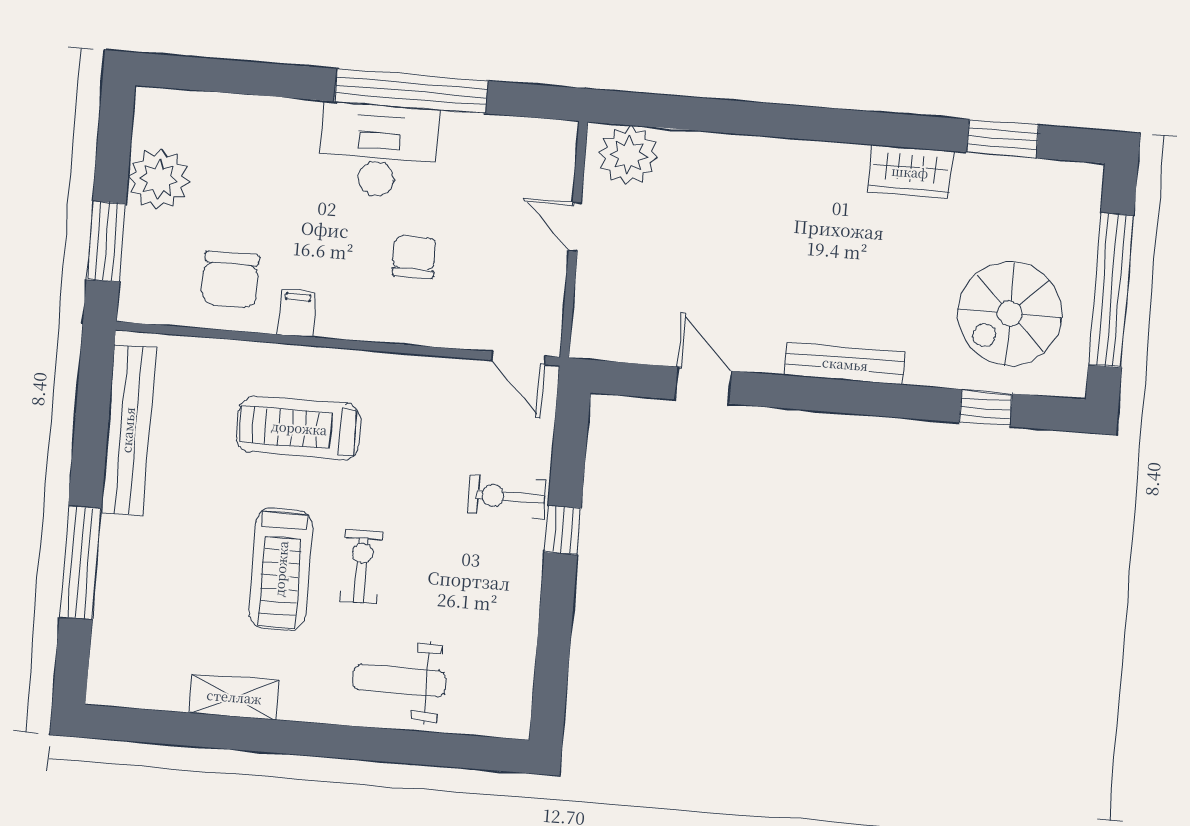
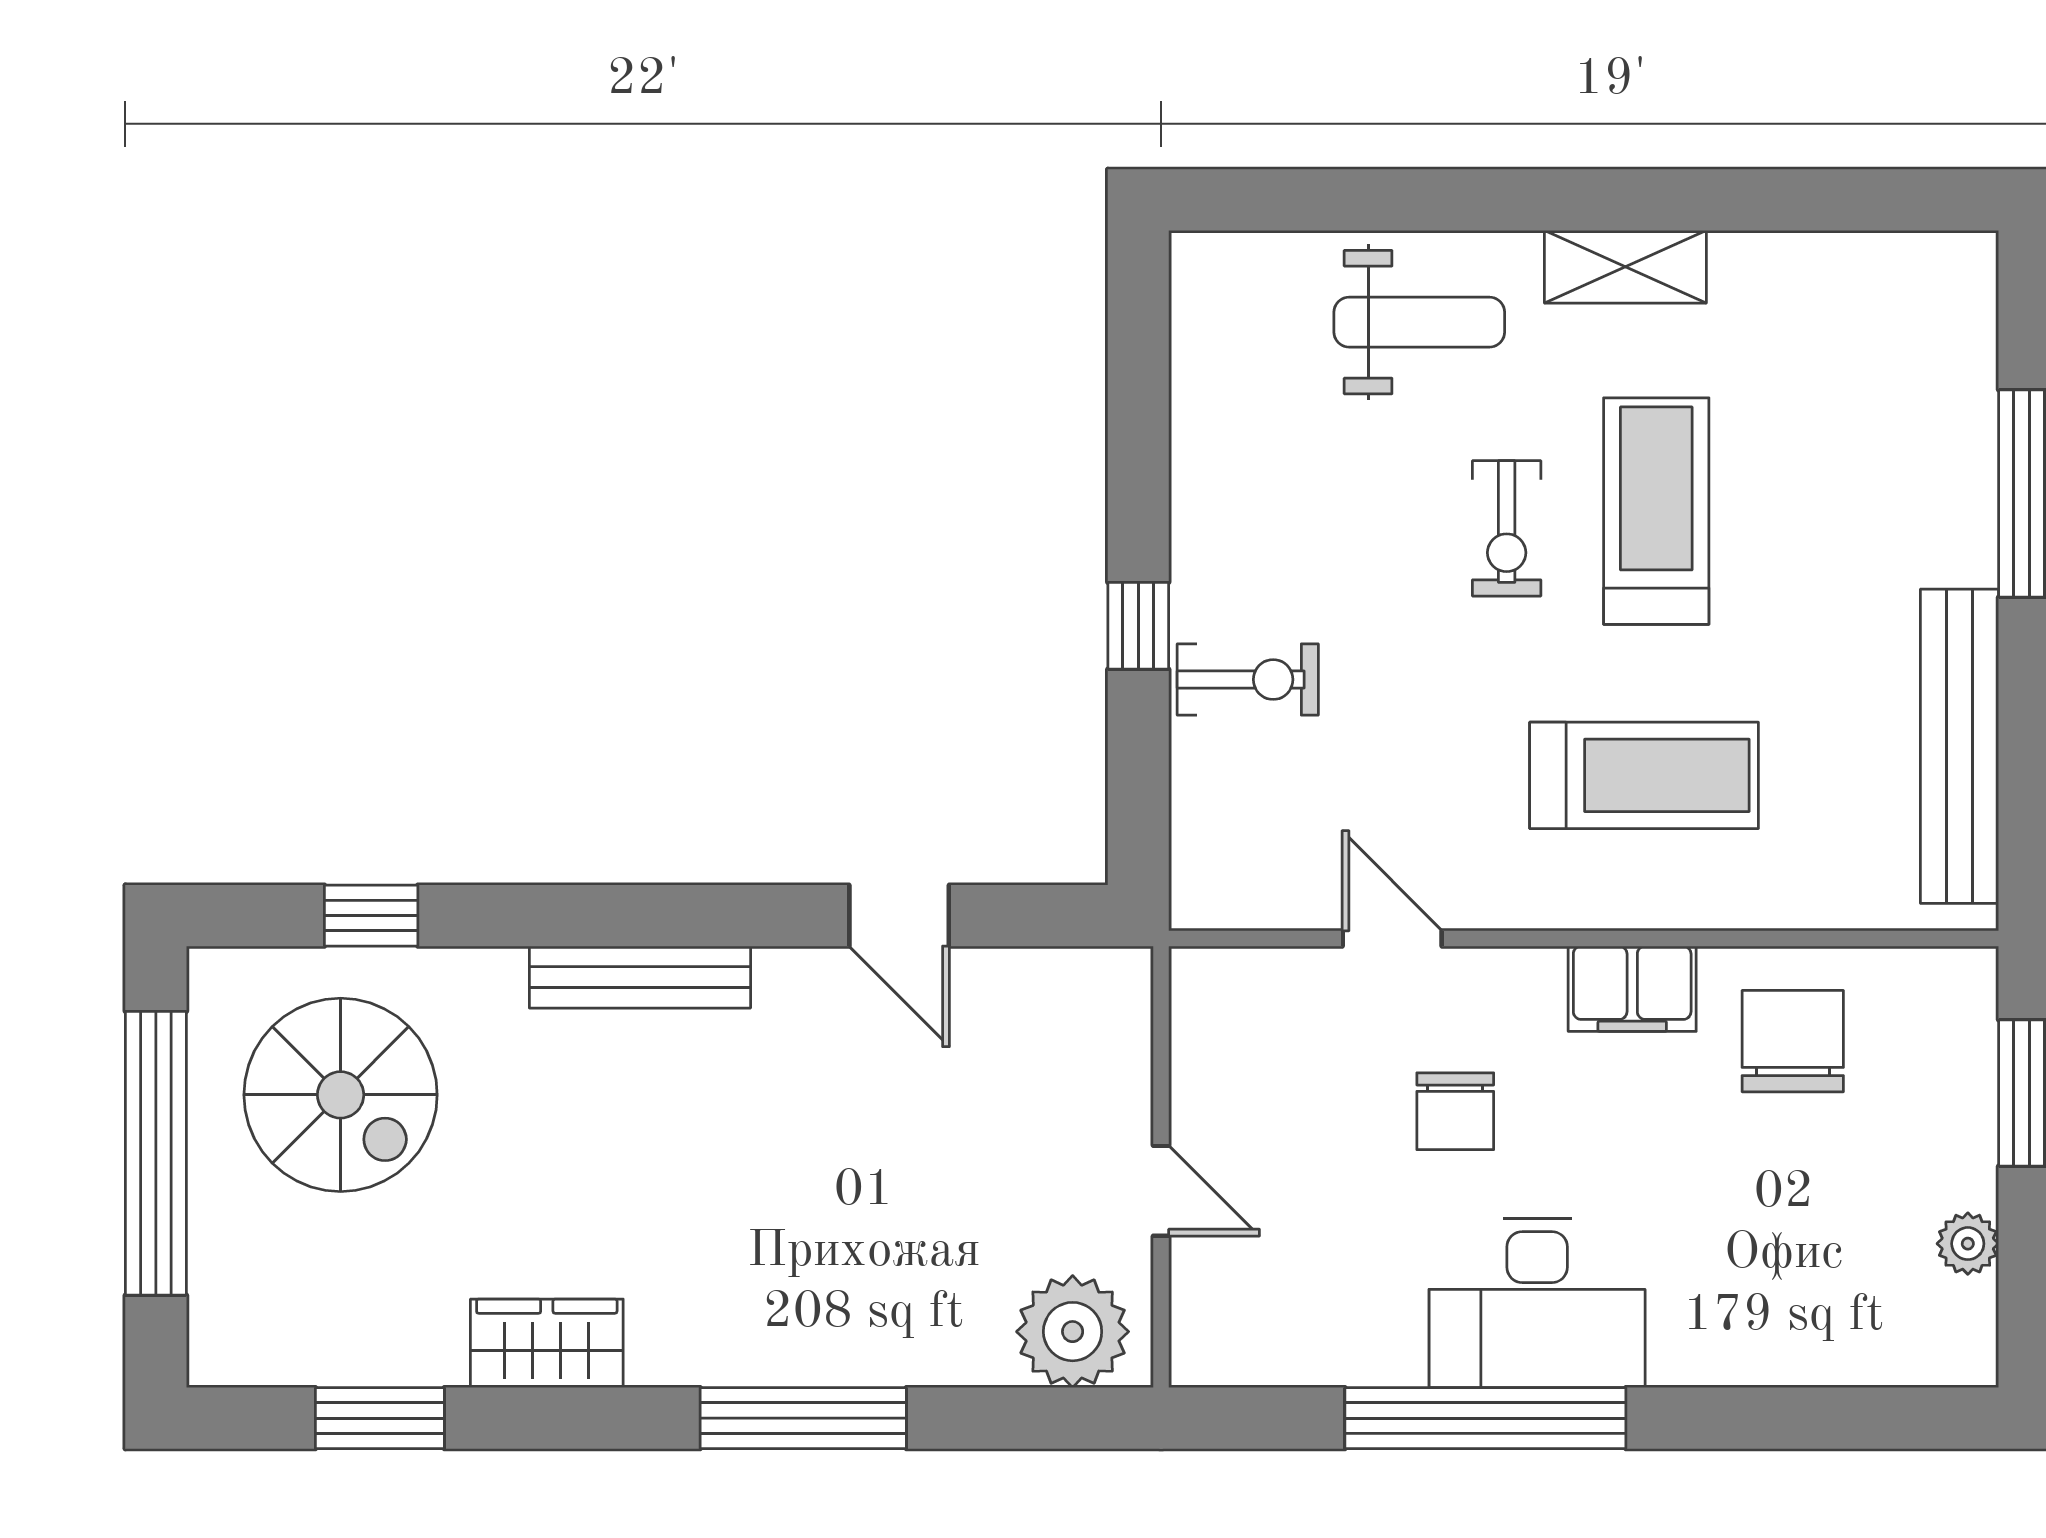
window: (776, 120) -> (803, 1418), added
plant: (159, 179) -> (1968, 1244), width x0.53, depth x0.53
filing cabinet: (297, 313) -> (1632, 989), width x2.00
spiral stairs: (1010, 313) -> (341, 1095), turned 90
door: (518, 358) -> (1392, 938), moved
shelving: (234, 697) -> (1625, 267), moved

